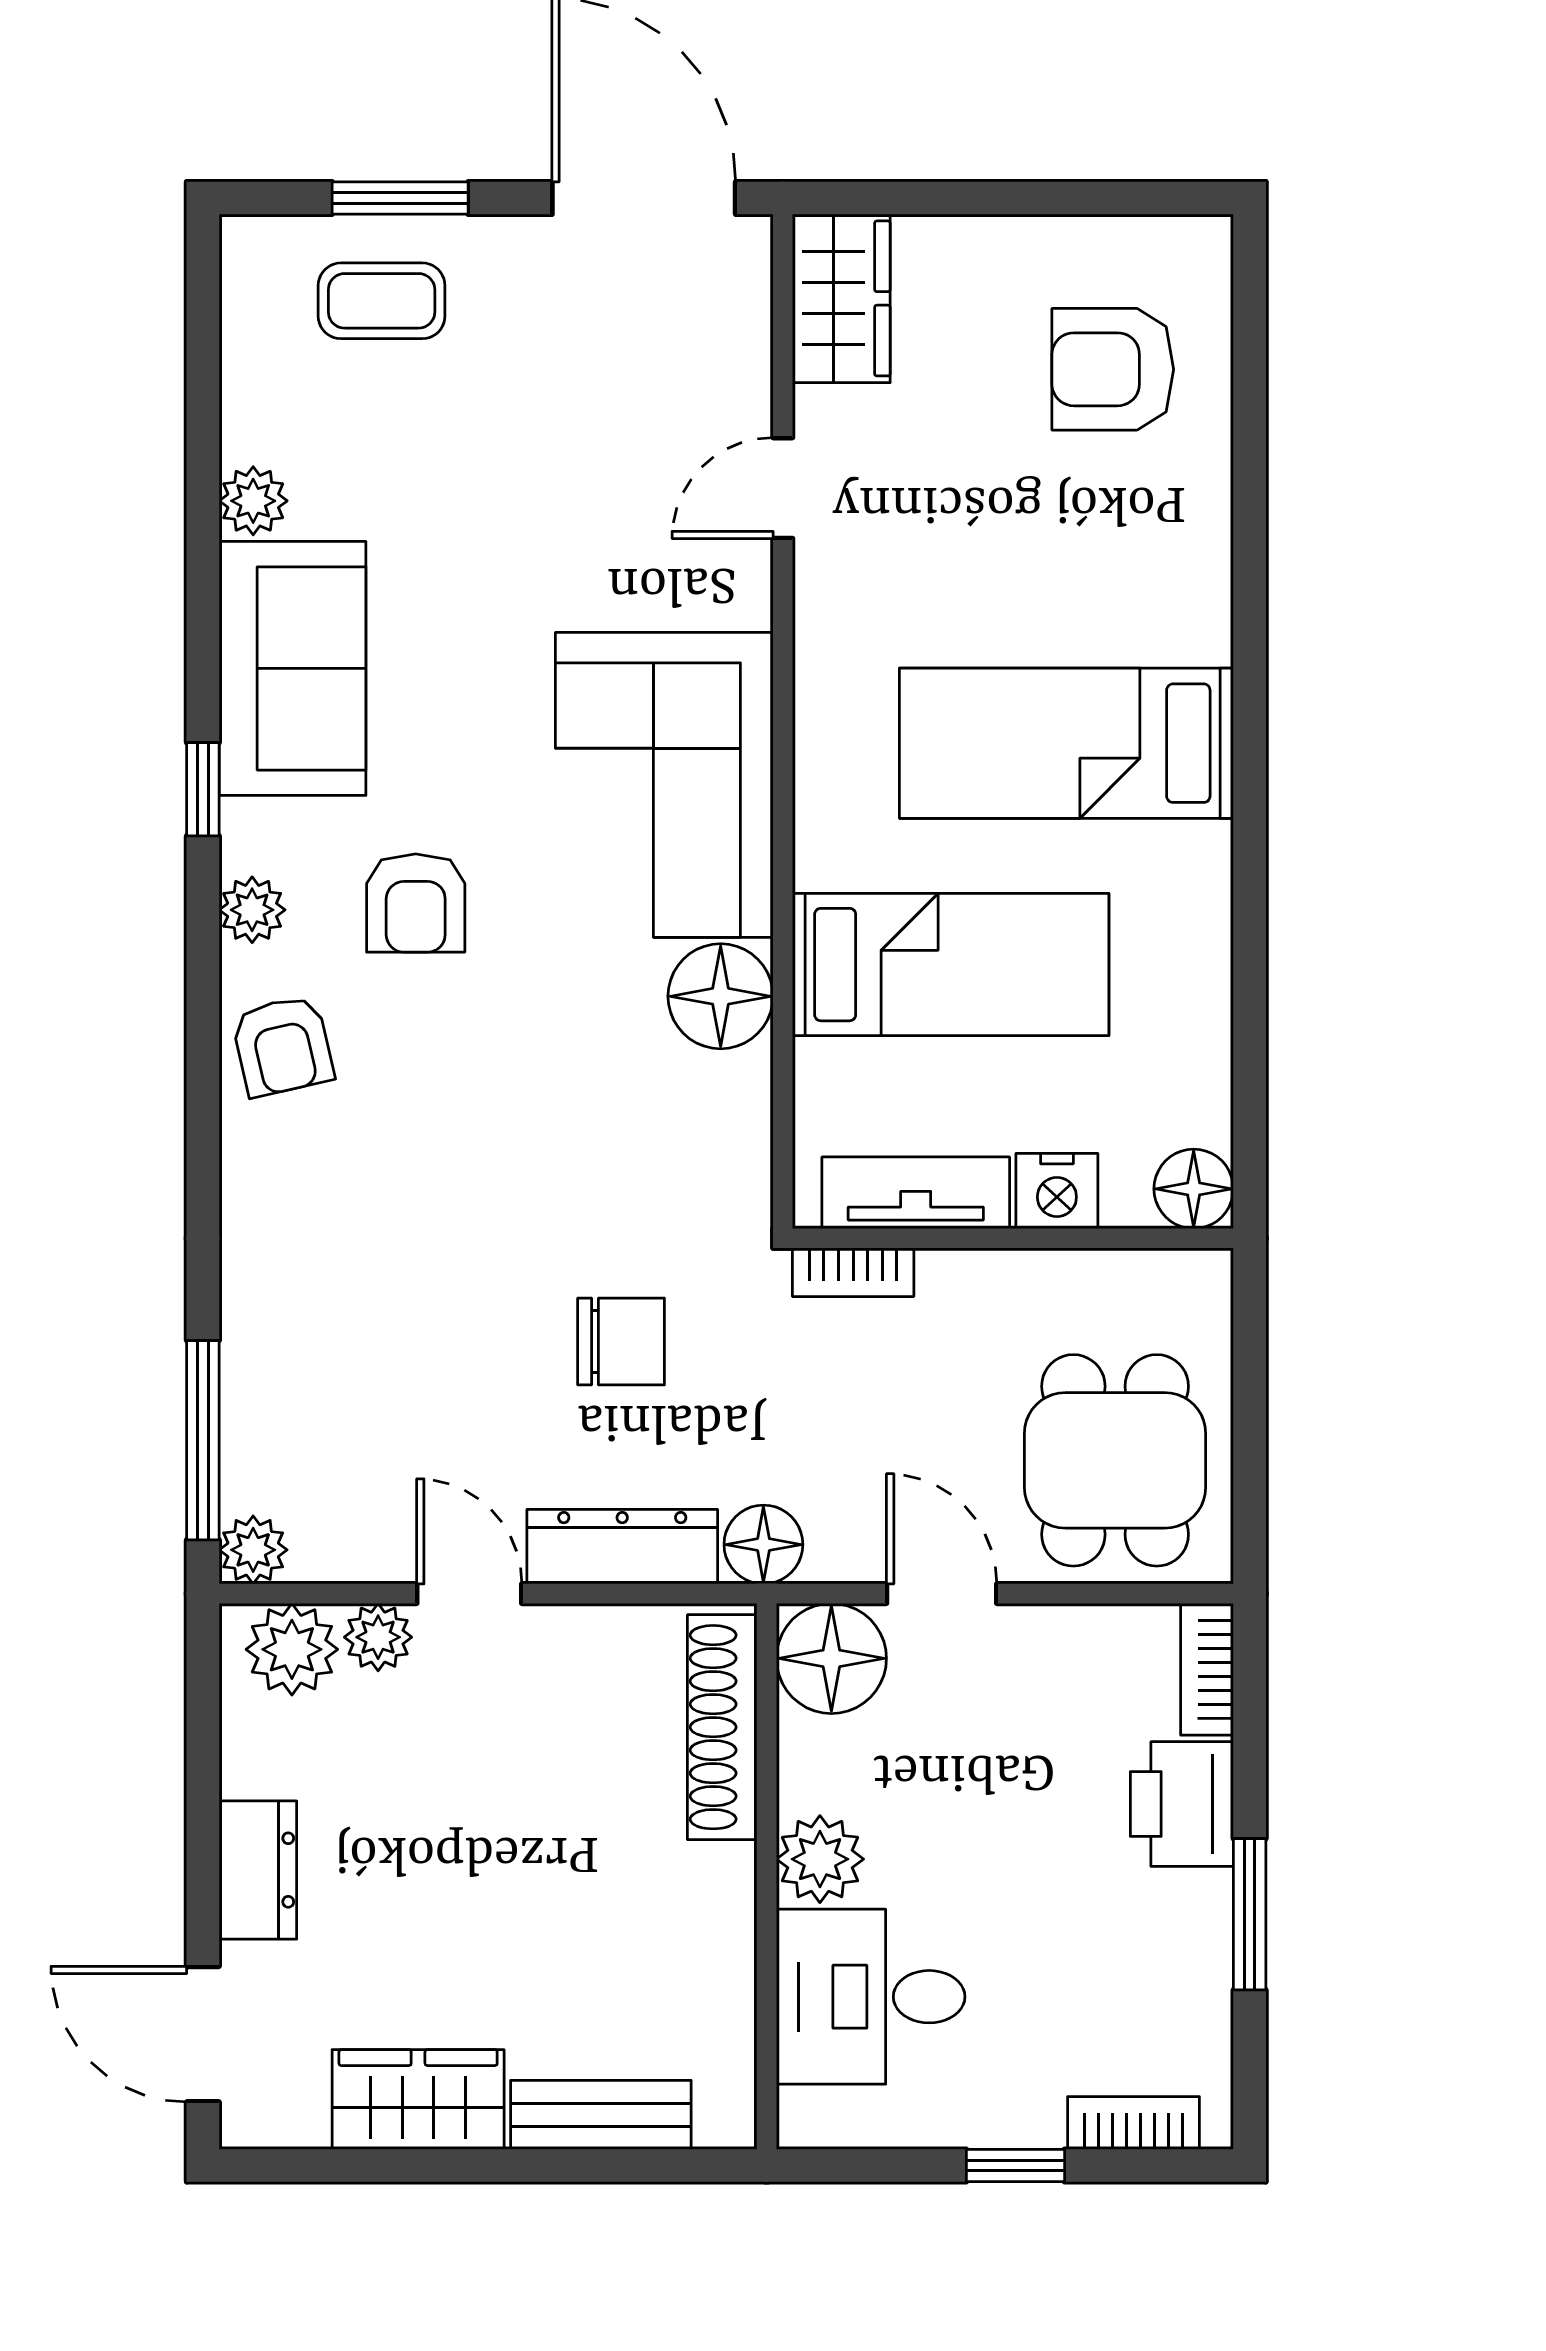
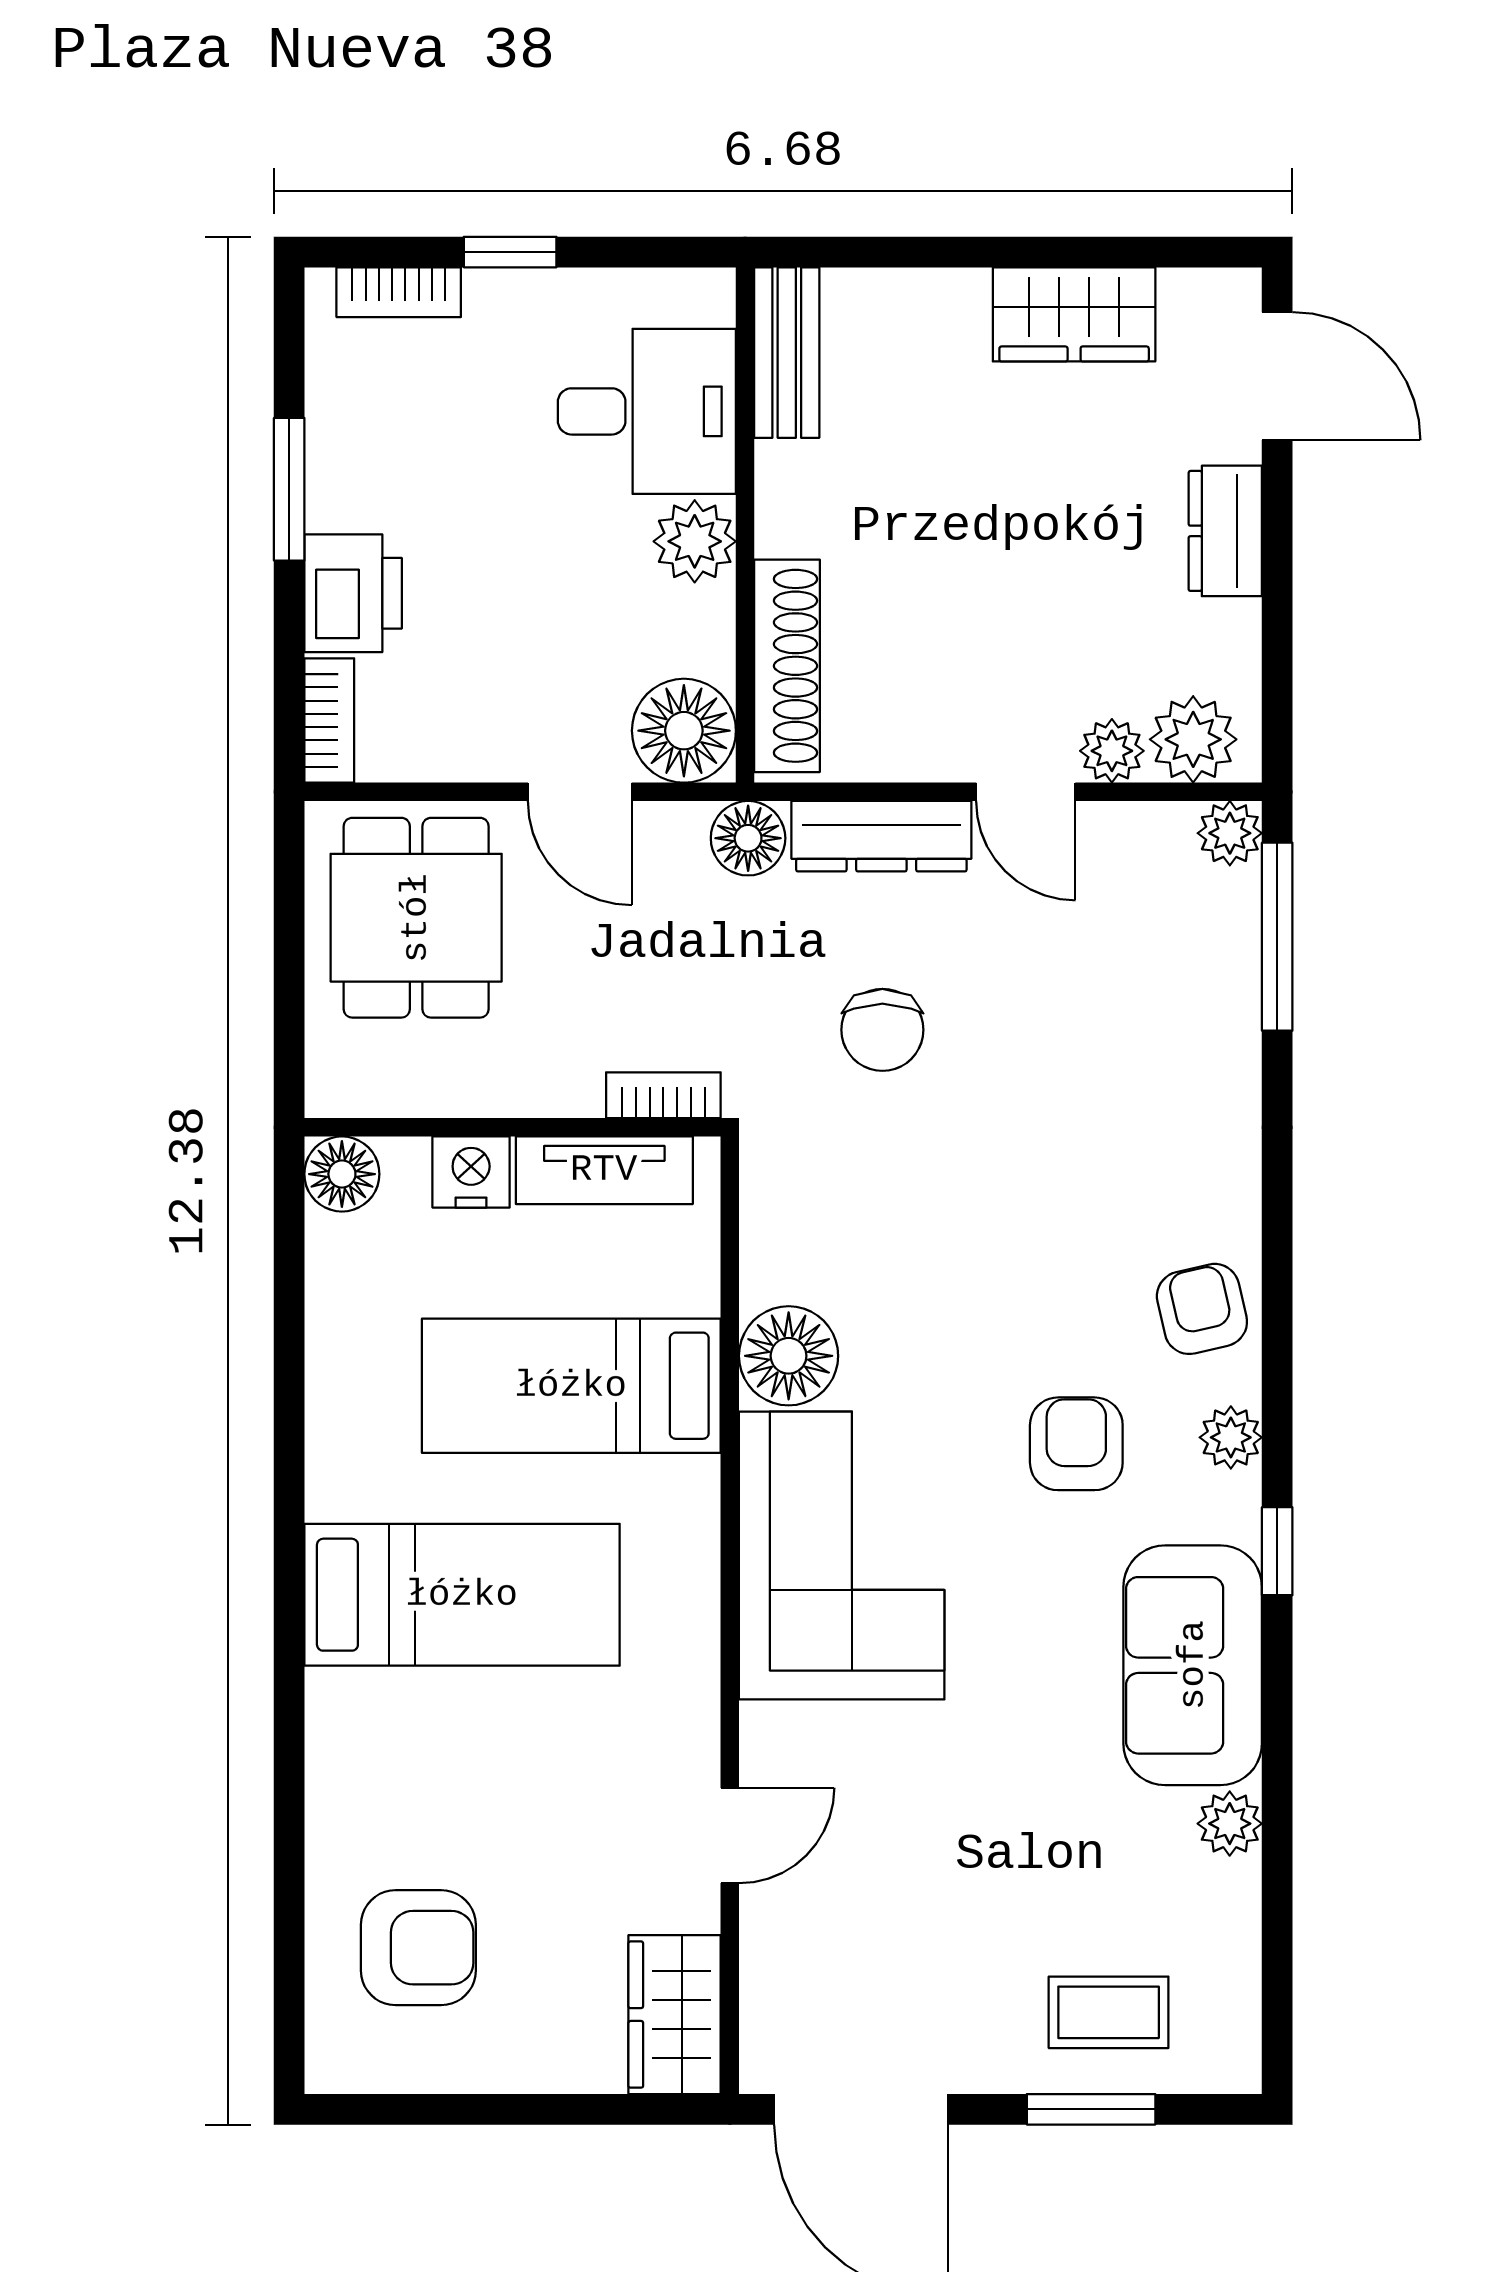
chair: (621, 1342) -> (882, 1030), turned -90
bench: (601, 2115) -> (787, 353), moved, turned 90

